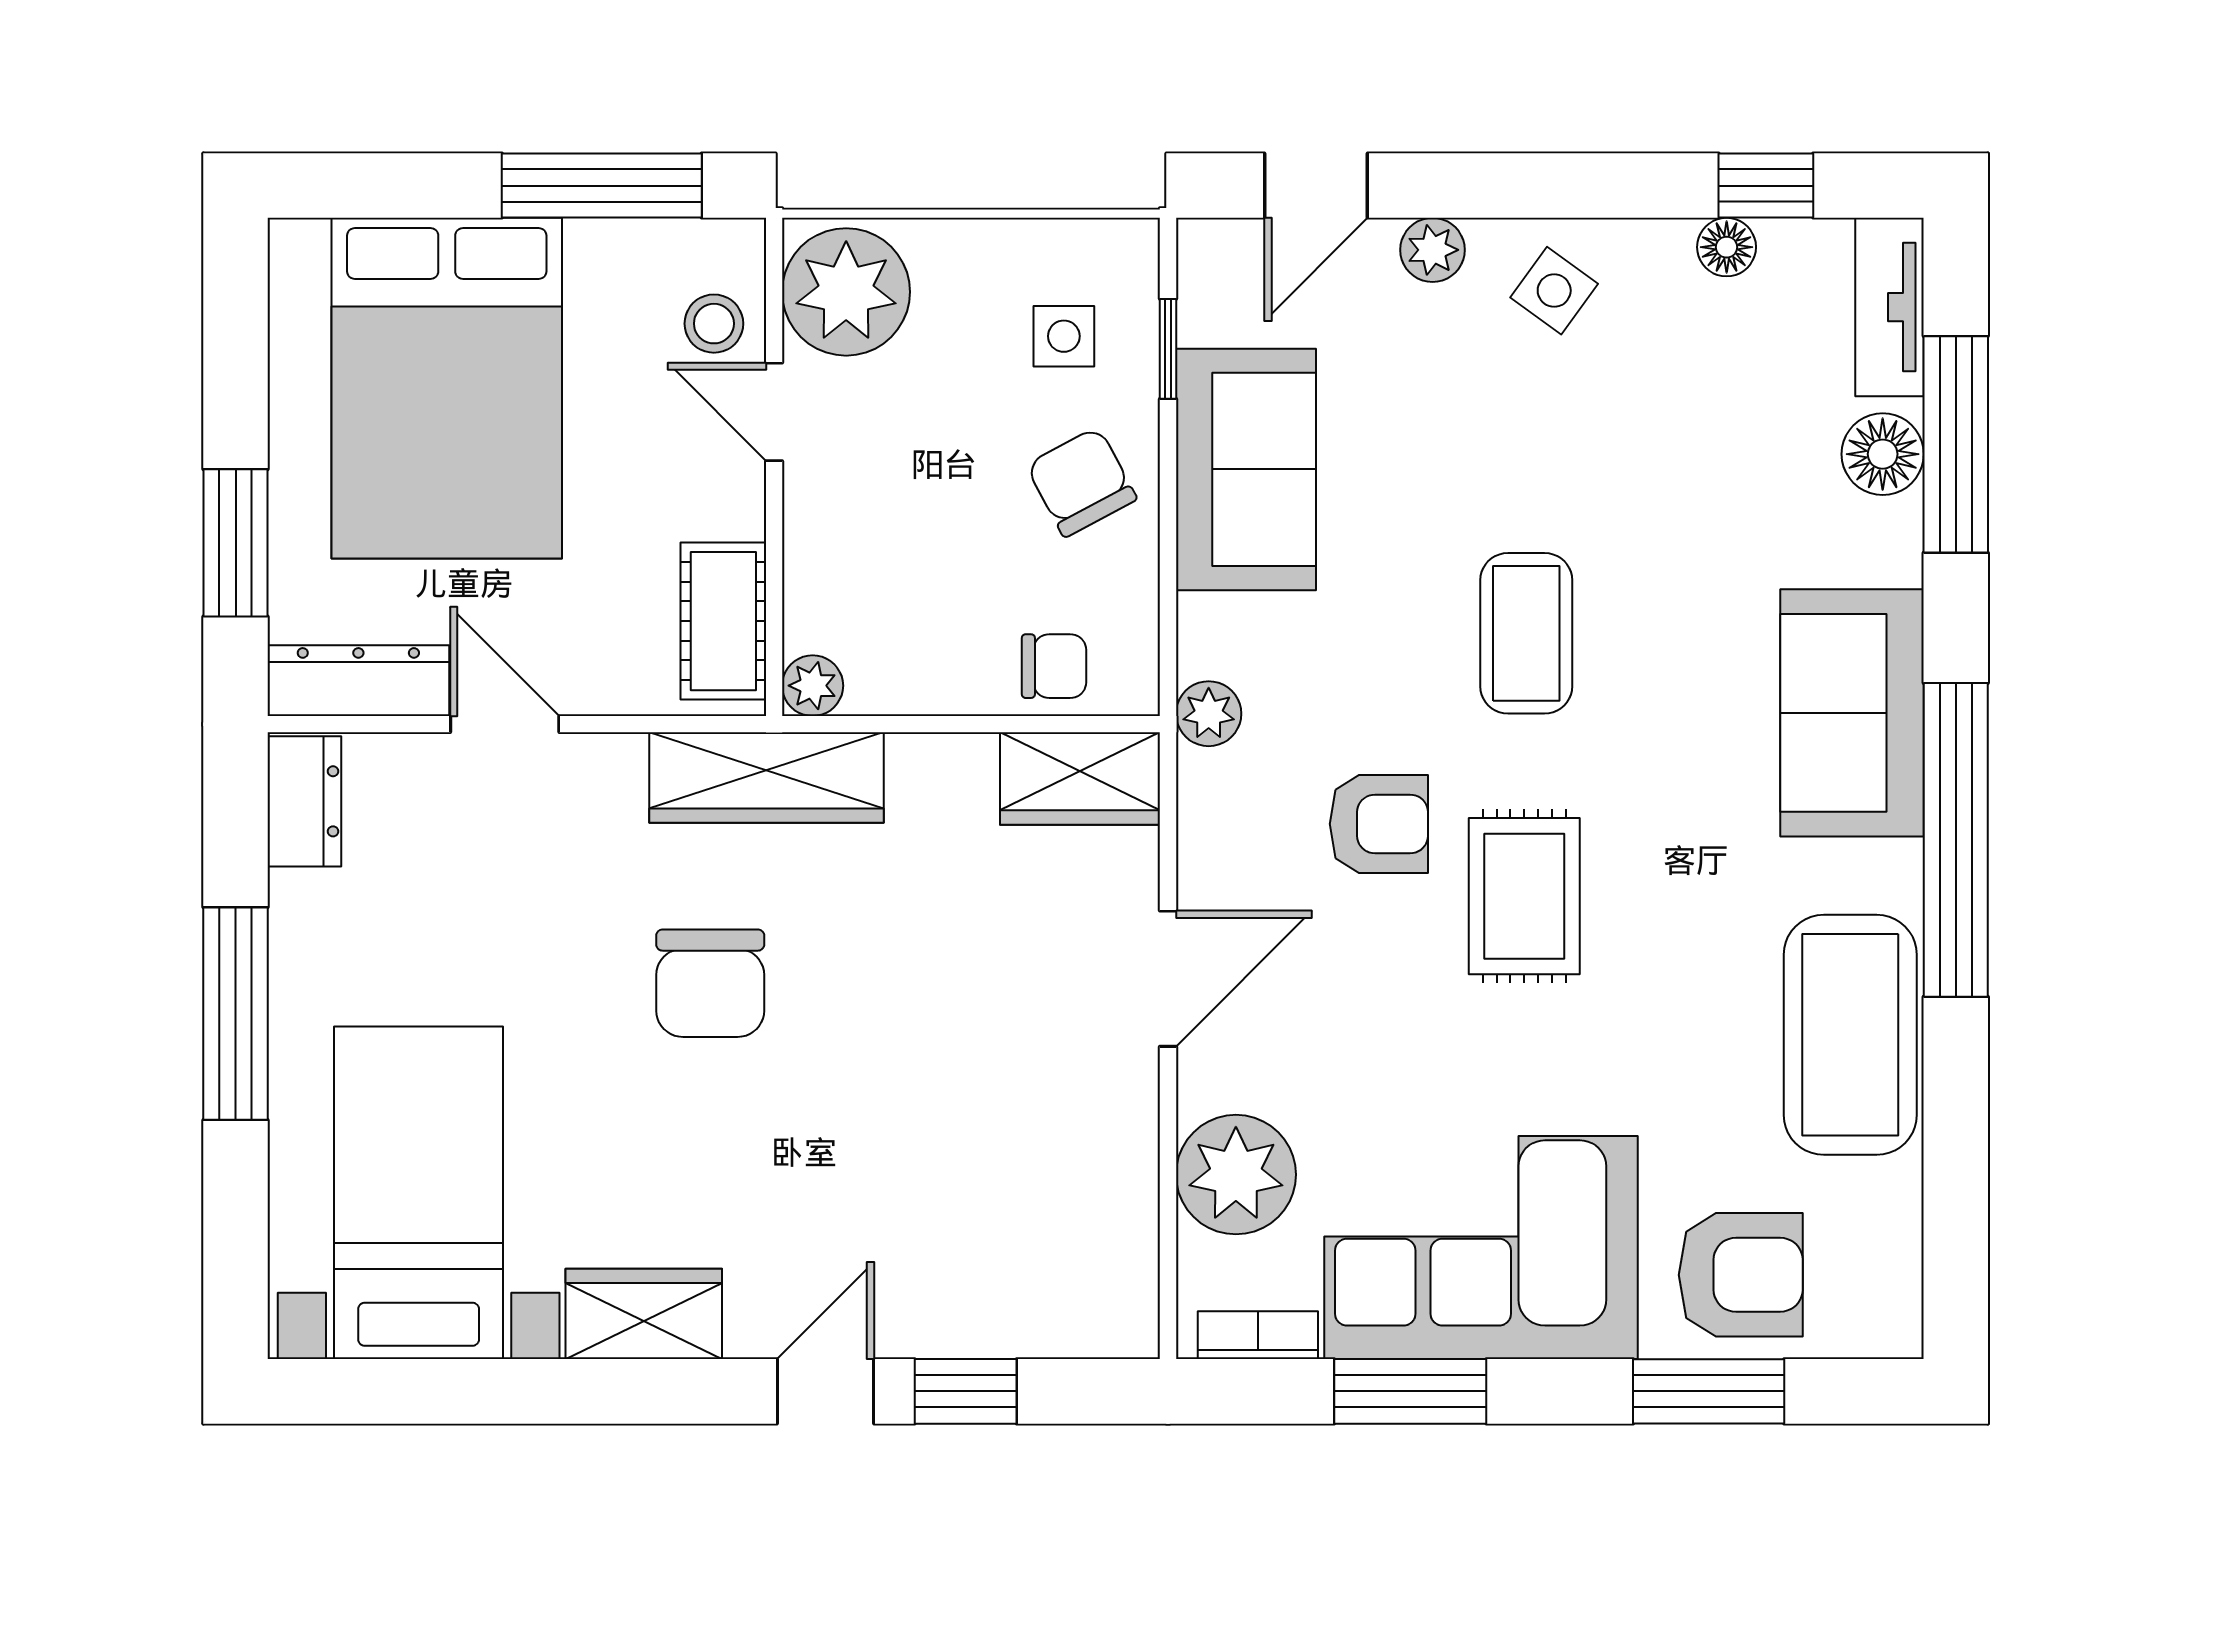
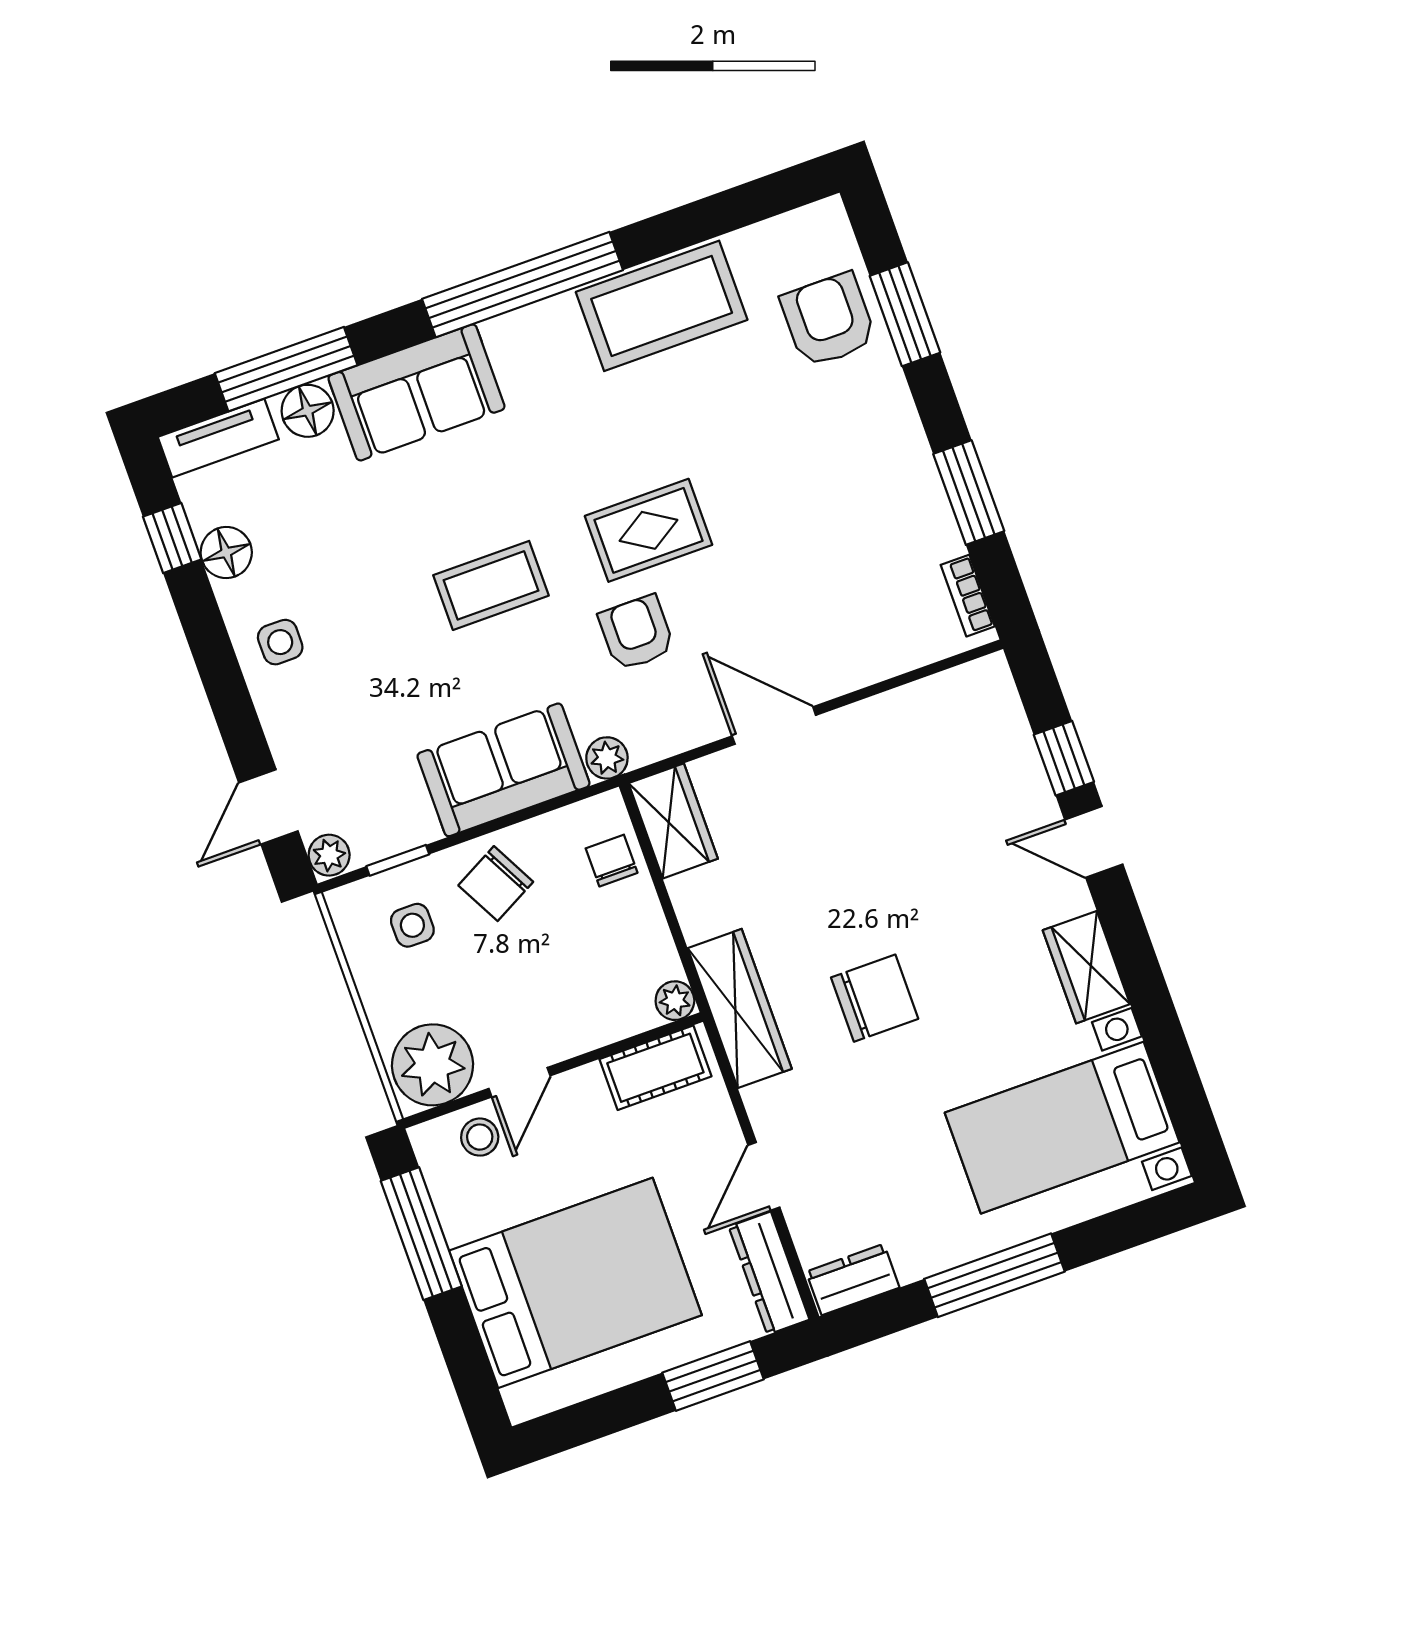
door: (1316, 186) -> (268, 807), swing flipped
floor lamp: (1727, 247) -> (226, 553), width x1.37, depth x1.37
plant: (1433, 250) -> (329, 855), moved
side table: (1554, 291) -> (280, 642), turned -36
sofa: (1246, 469) -> (503, 770), moved
sofa: (1852, 713) -> (416, 392), moved
plant: (1236, 1175) -> (877, 643), removed
corner sofa: (1481, 1247) -> (868, 481), removed

